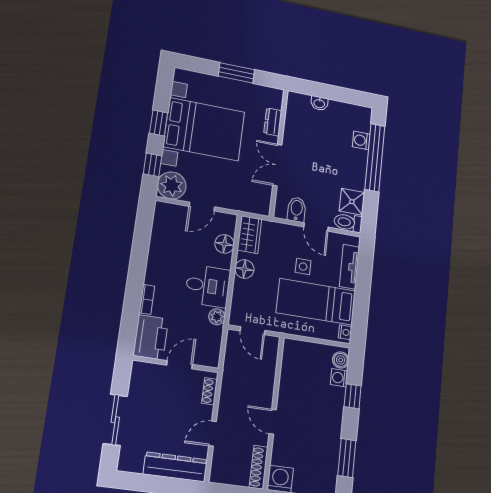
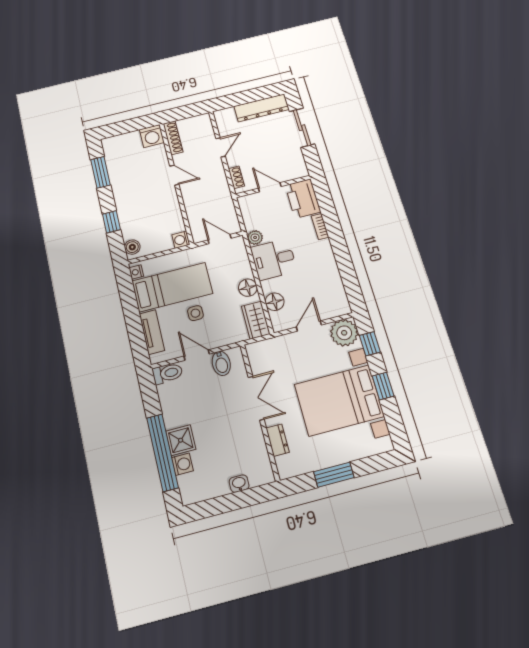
shower: (352, 202) -> (181, 440), moved
door: (180, 365) -> (270, 187), swing flipped
washing machine: (339, 378) -> (181, 240), moved, turned 180
dresser: (175, 467) -> (262, 108), moved

